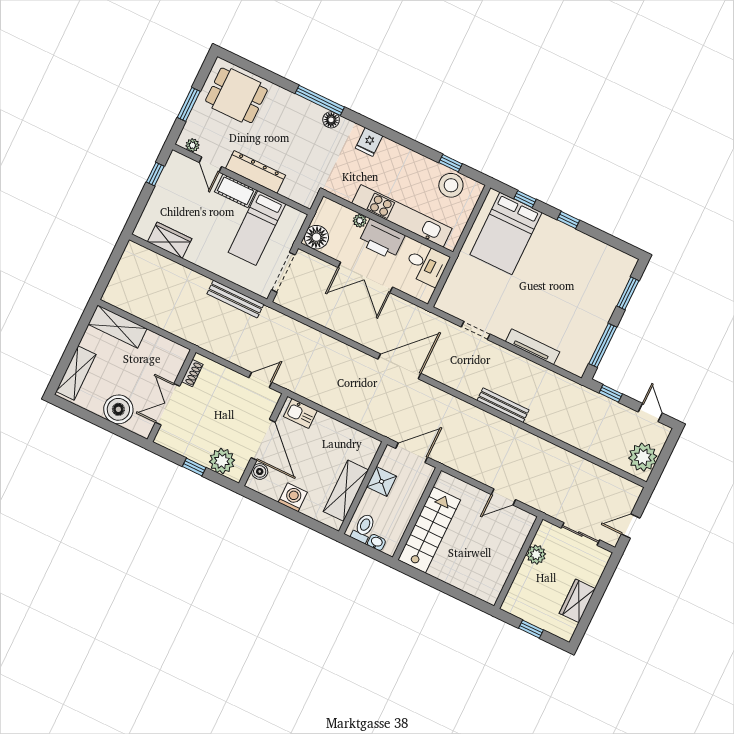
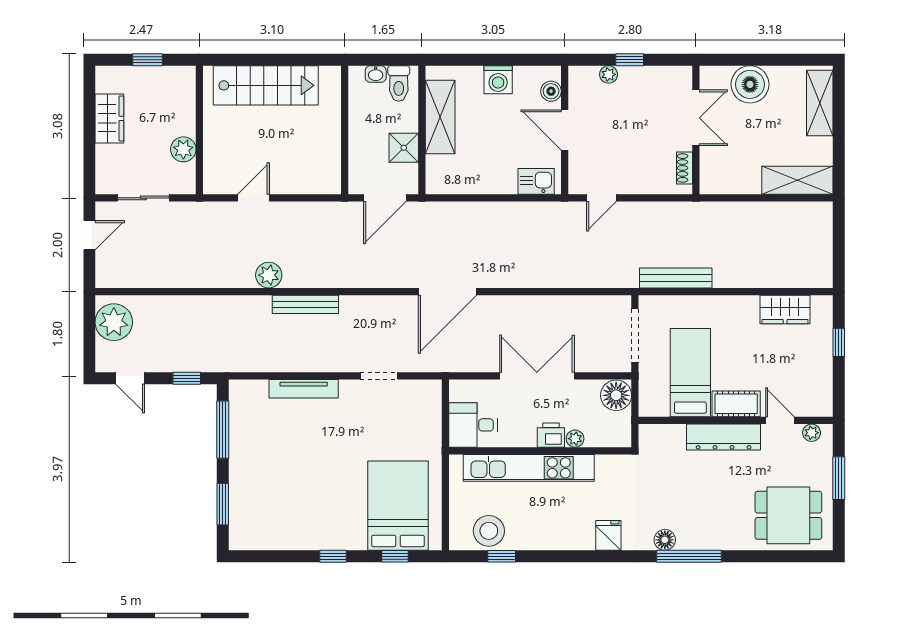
window: (155, 174) -> (839, 342), moved
printer: (382, 239) -> (551, 435), width x0.53, depth x0.68
plant: (519, 438) -> (269, 275), added
door: (263, 440) -> (565, 130), width x0.73
plant: (222, 461) -> (609, 74), width x0.53, depth x0.53
stairs: (429, 530) -> (266, 85), moved, turned -90

